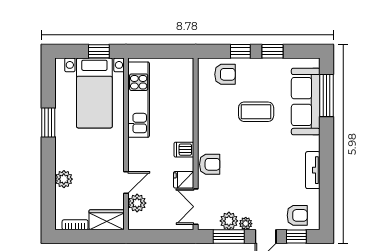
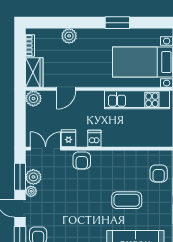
coffee table: (256, 112) -> (127, 200), turned 90
door: (126, 182) -> (66, 89), hinge flipped
plant: (137, 203) -> (33, 99), moved

